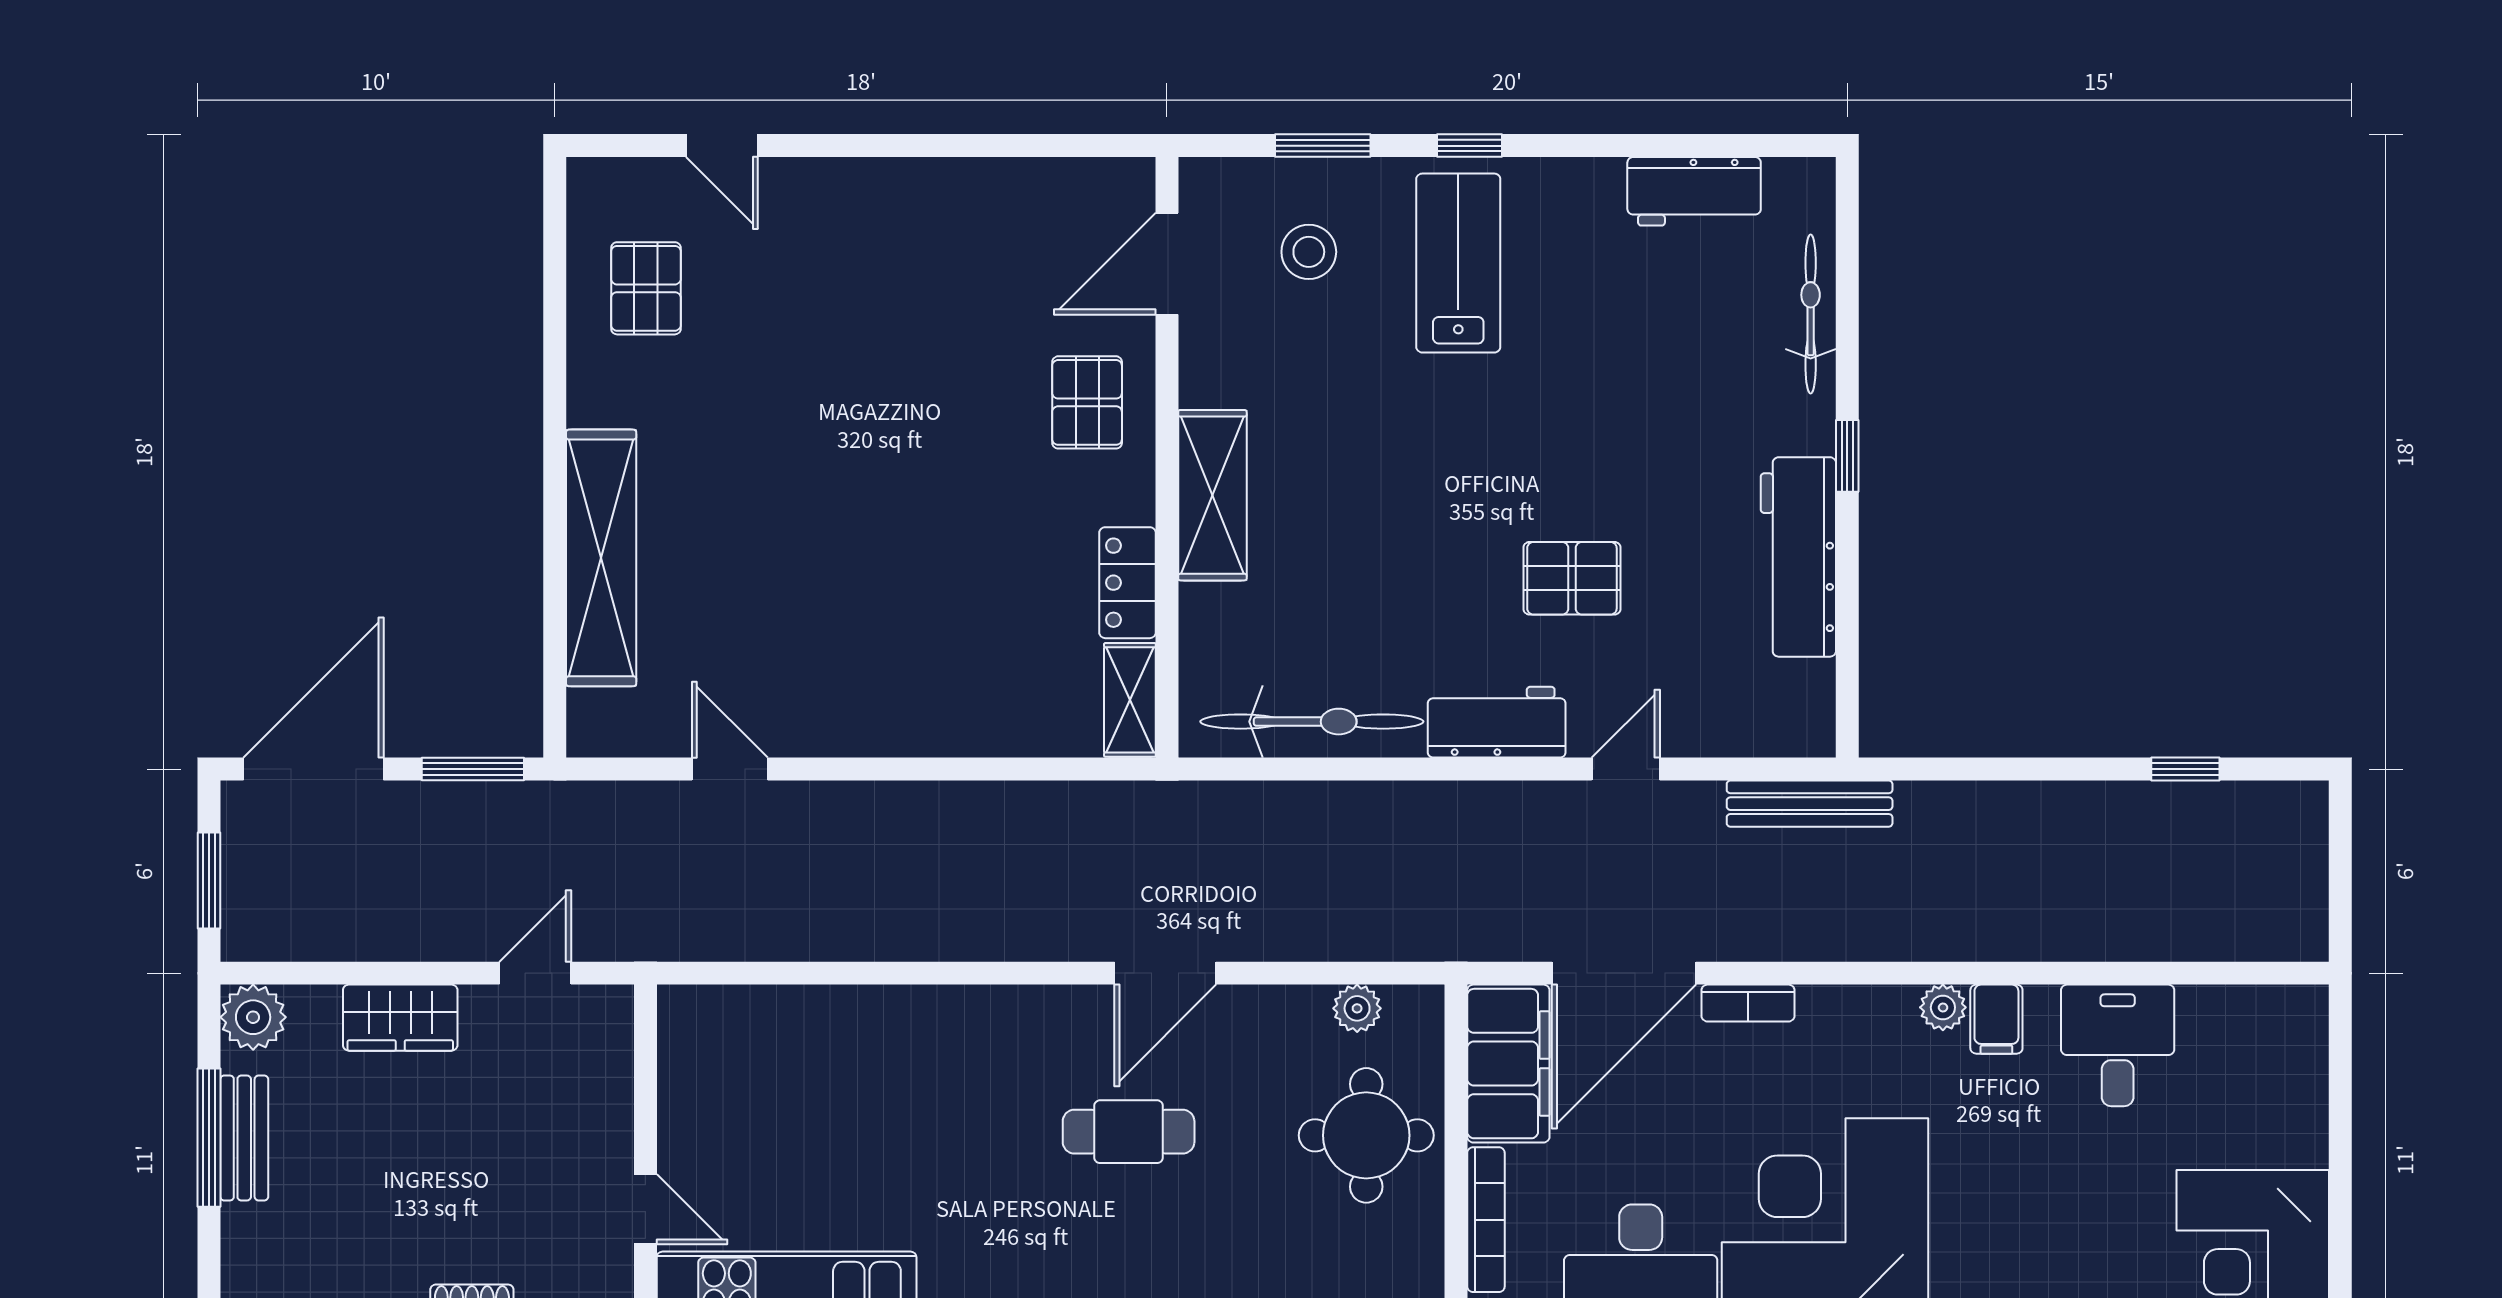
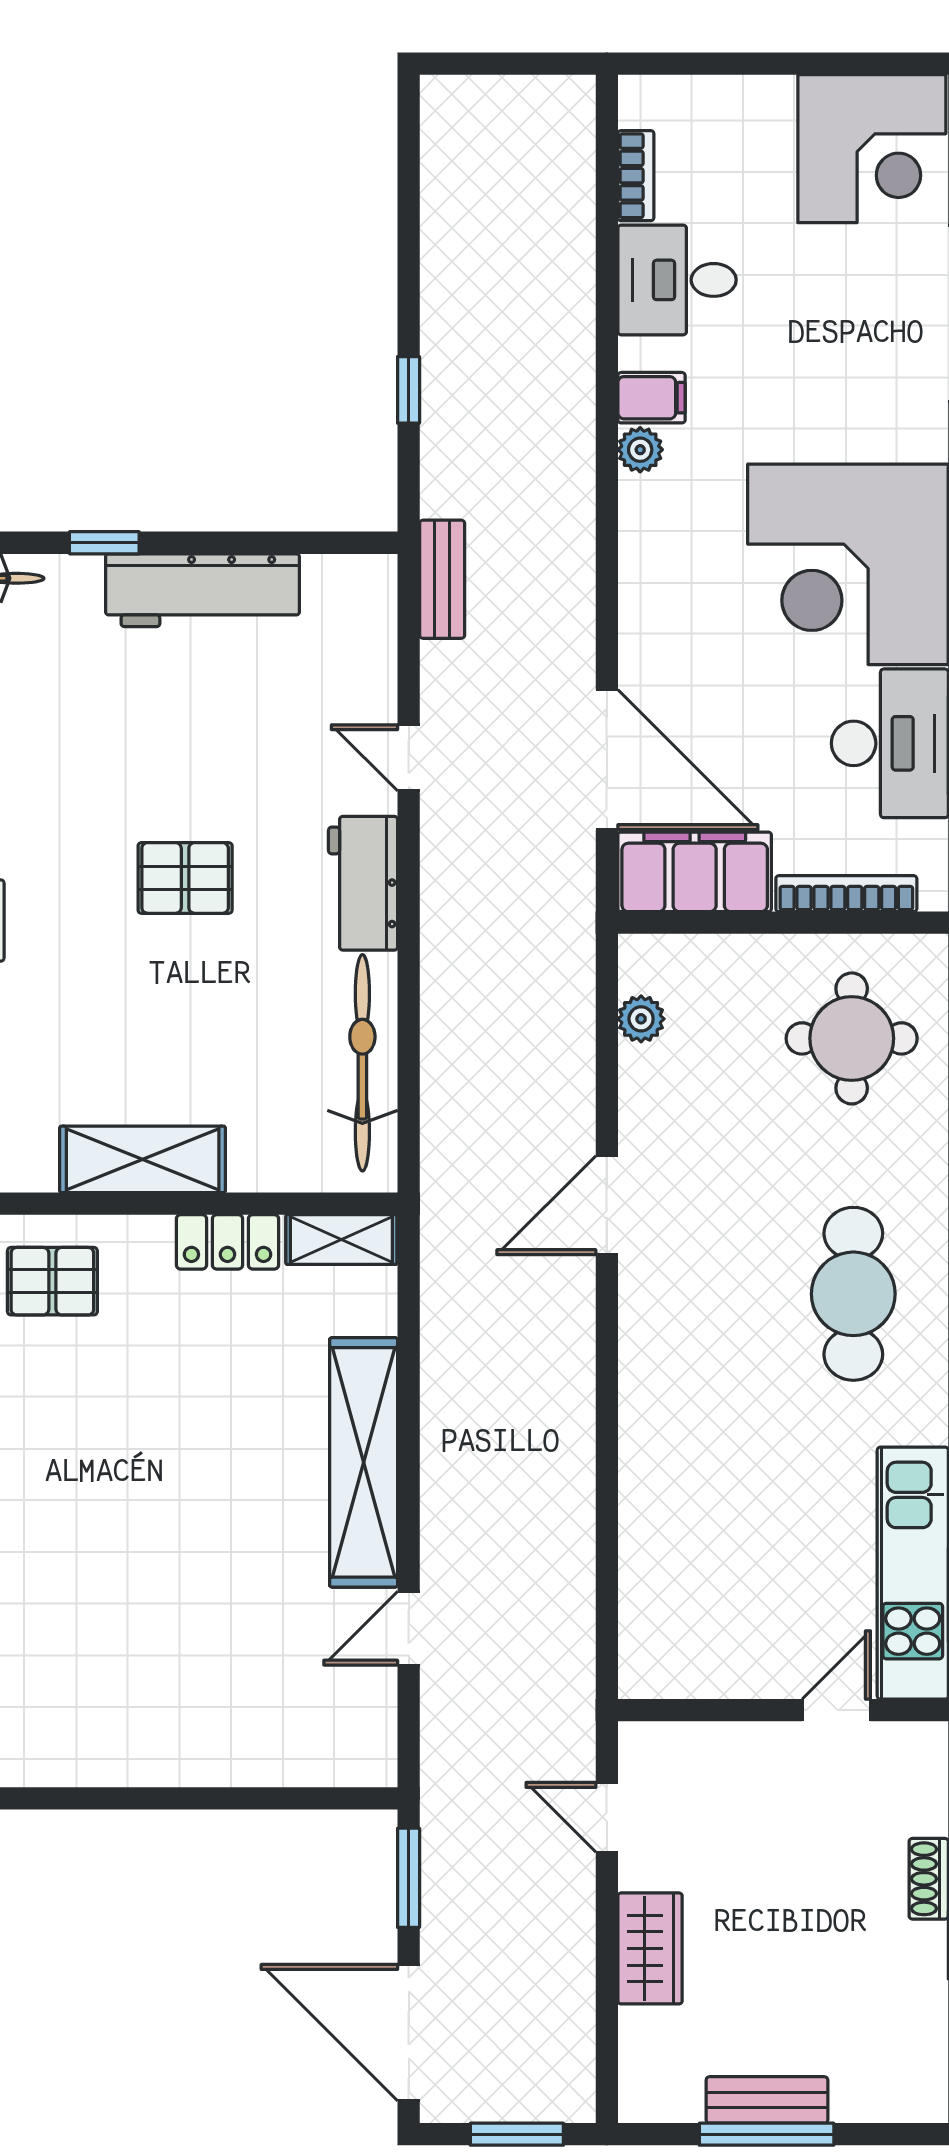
shelving: (601, 558) -> (364, 1462), moved, turned 90
pallet: (1572, 578) -> (185, 878), moved, turned 90
window: (2185, 769) -> (409, 390), moved
bench: (1810, 804) -> (442, 579), width x0.73
door: (1165, 973) -> (607, 1205), swing flipped
bookcase: (1748, 1003) -> (636, 176), moved
plant: (253, 1017) -> (650, 2091), removed
cafe table: (1129, 1132) -> (853, 1294), moved, width x1.37, depth x1.35
round table: (1366, 1135) -> (852, 1038), moved

